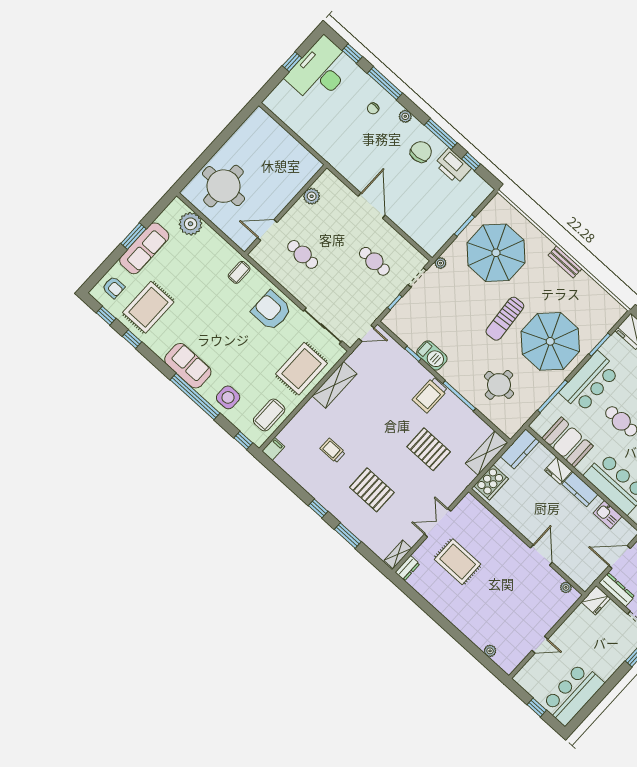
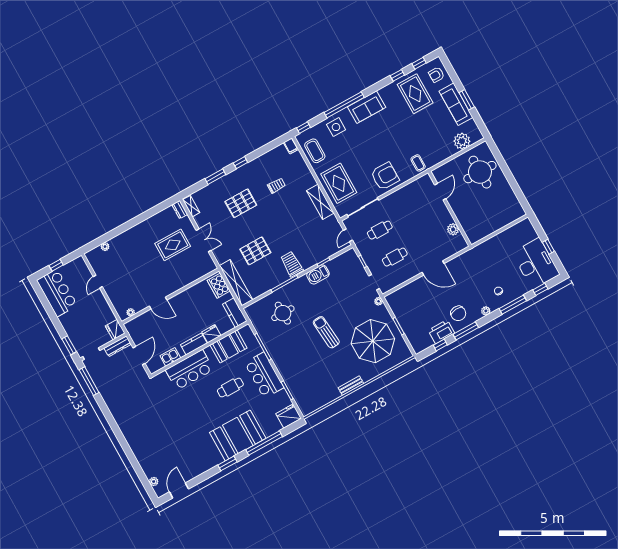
cafe table: (303, 254) -> (380, 230), moved
parasol: (550, 341) -> (301, 358), removed
shelving: (487, 453) -> (236, 283), width x1.47

